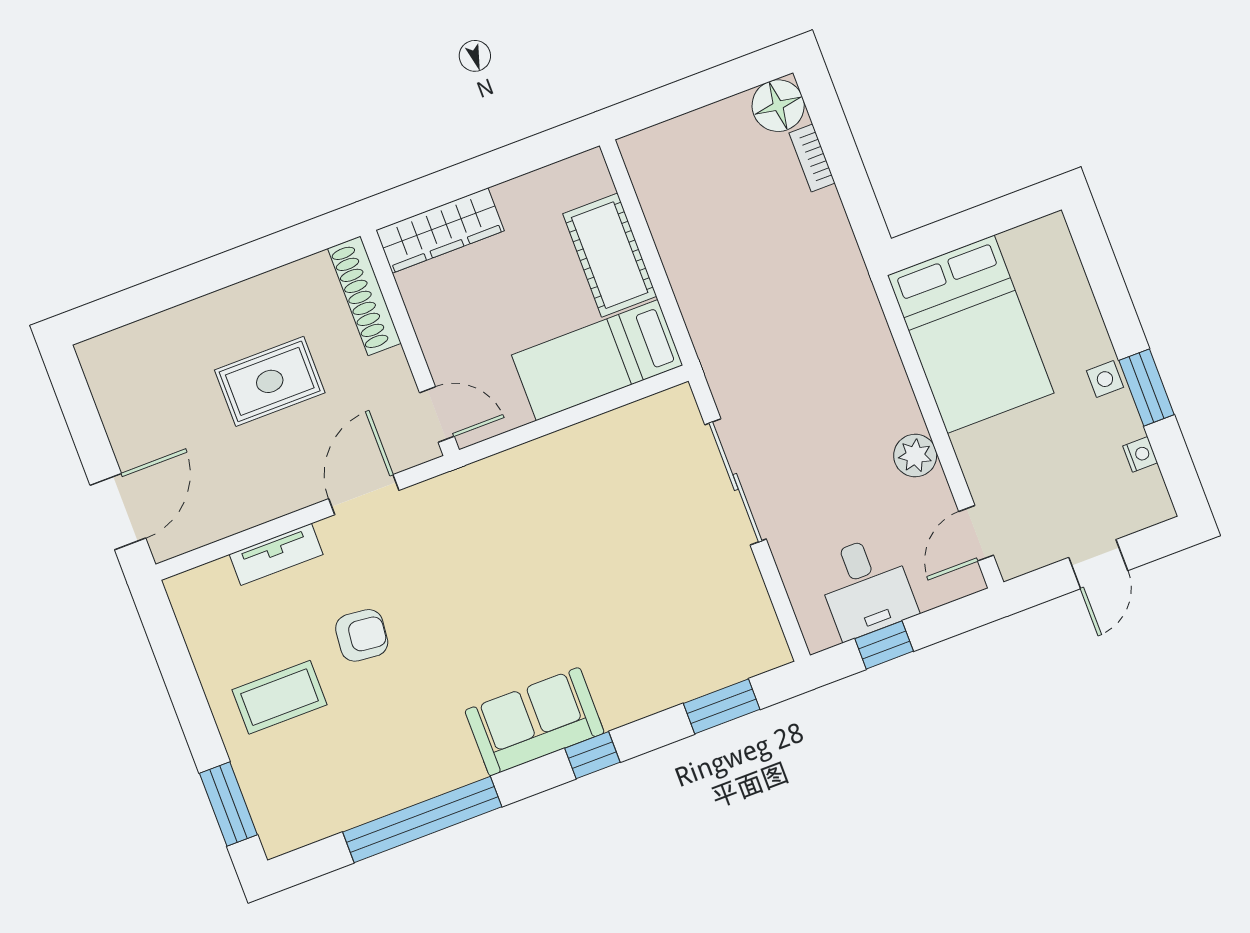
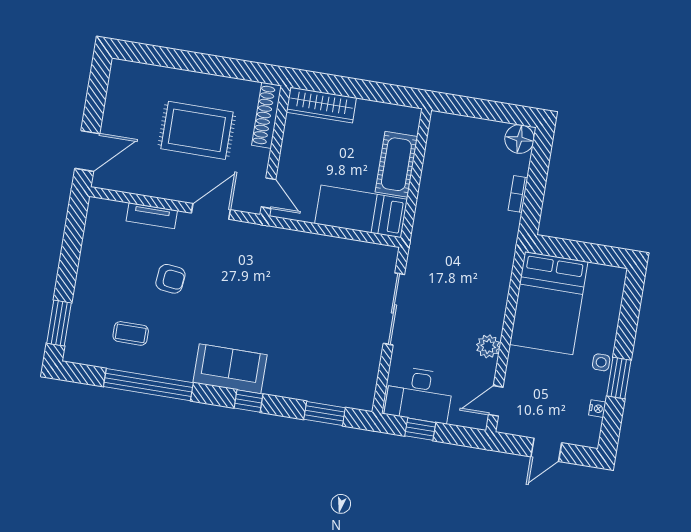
bookcase: (812, 158) -> (518, 194), moved
rug: (270, 381) -> (197, 130), width x1.36, depth x1.43
desk: (866, 587) -> (419, 395), width x1.37
coffee table: (280, 697) -> (131, 333), moved, width x0.73, depth x0.77

